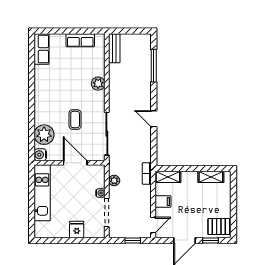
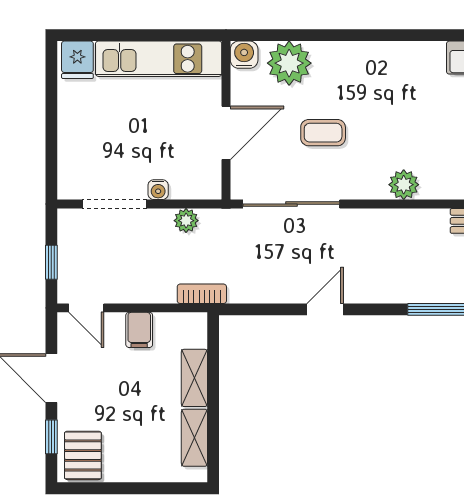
shelving: (168, 177) -> (194, 378), moved
fridge: (77, 230) -> (77, 60), moved, turned 90

